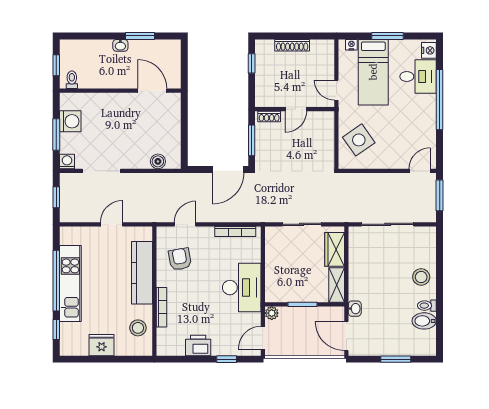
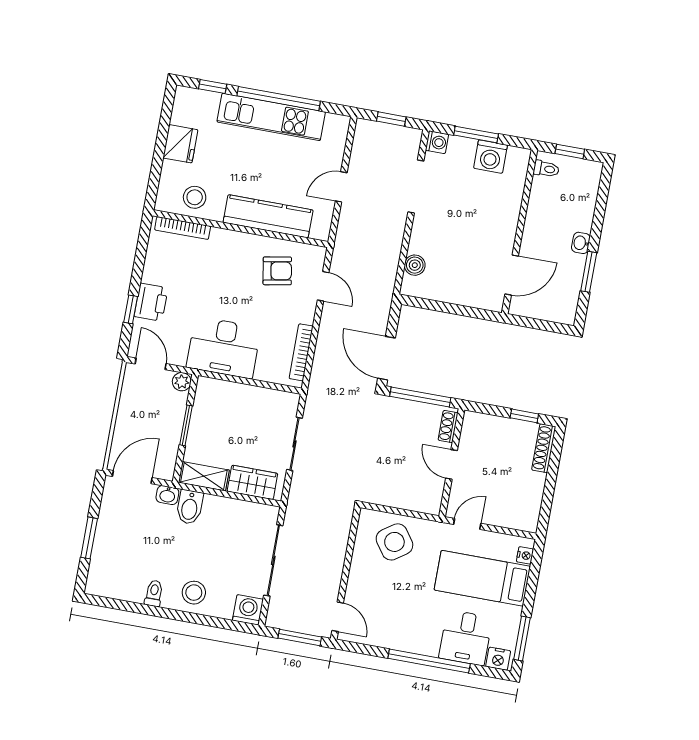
window: (387, 36) -> (522, 638), moved
shoe rack: (292, 45) -> (544, 448), moved
window: (252, 140) -> (420, 397), width x1.44
door: (111, 224) -> (341, 187), swing flipped
washing machine: (426, 236) -> (248, 610), added
bookcase: (162, 307) -> (183, 228), moved
bidet: (424, 321) -> (190, 507), moved, turned 180
printer: (198, 345) -> (151, 302), moved

